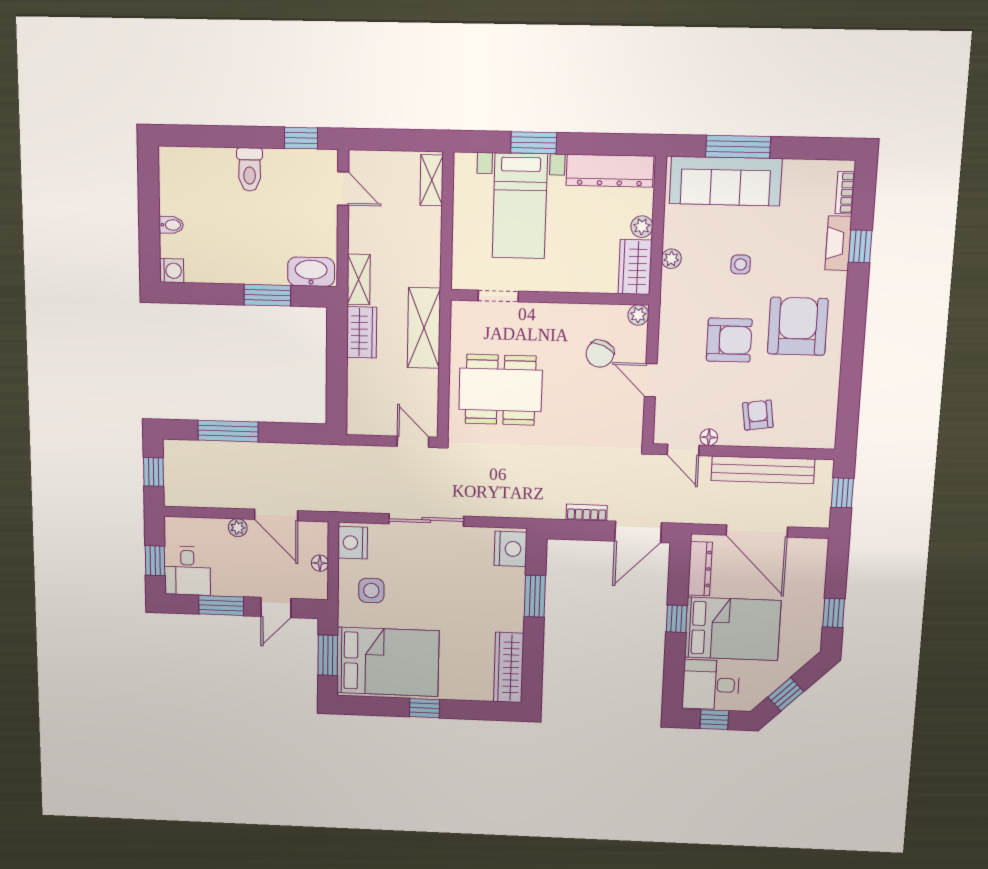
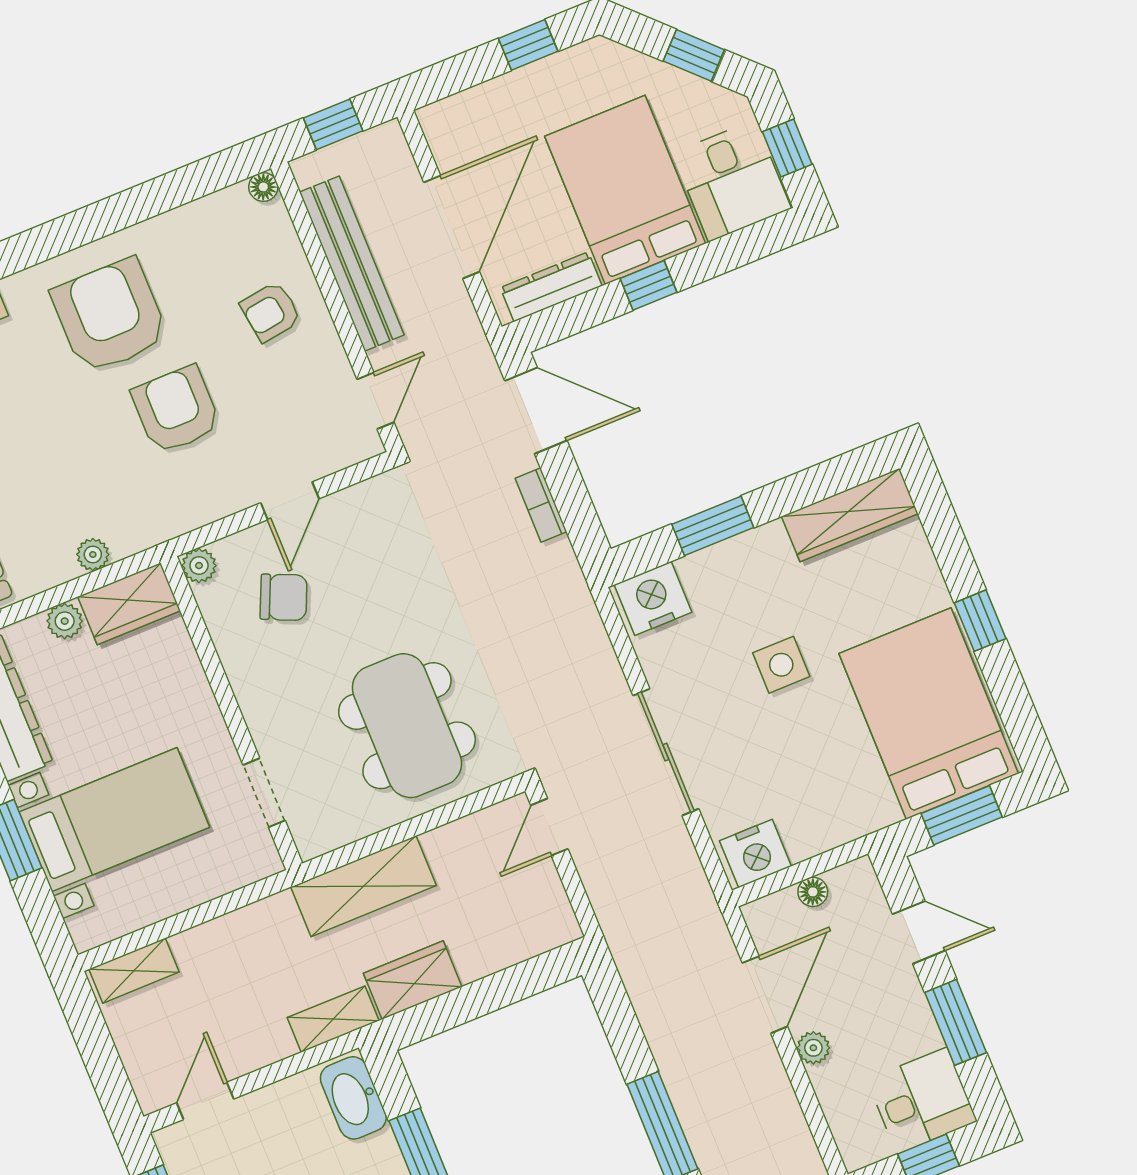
side table: (741, 264) -> (56, 446), removed
armchair: (798, 326) -> (110, 316), turned 90
floor lamp: (709, 437) -> (263, 187), moved
side table: (371, 591) -> (781, 665), moved

